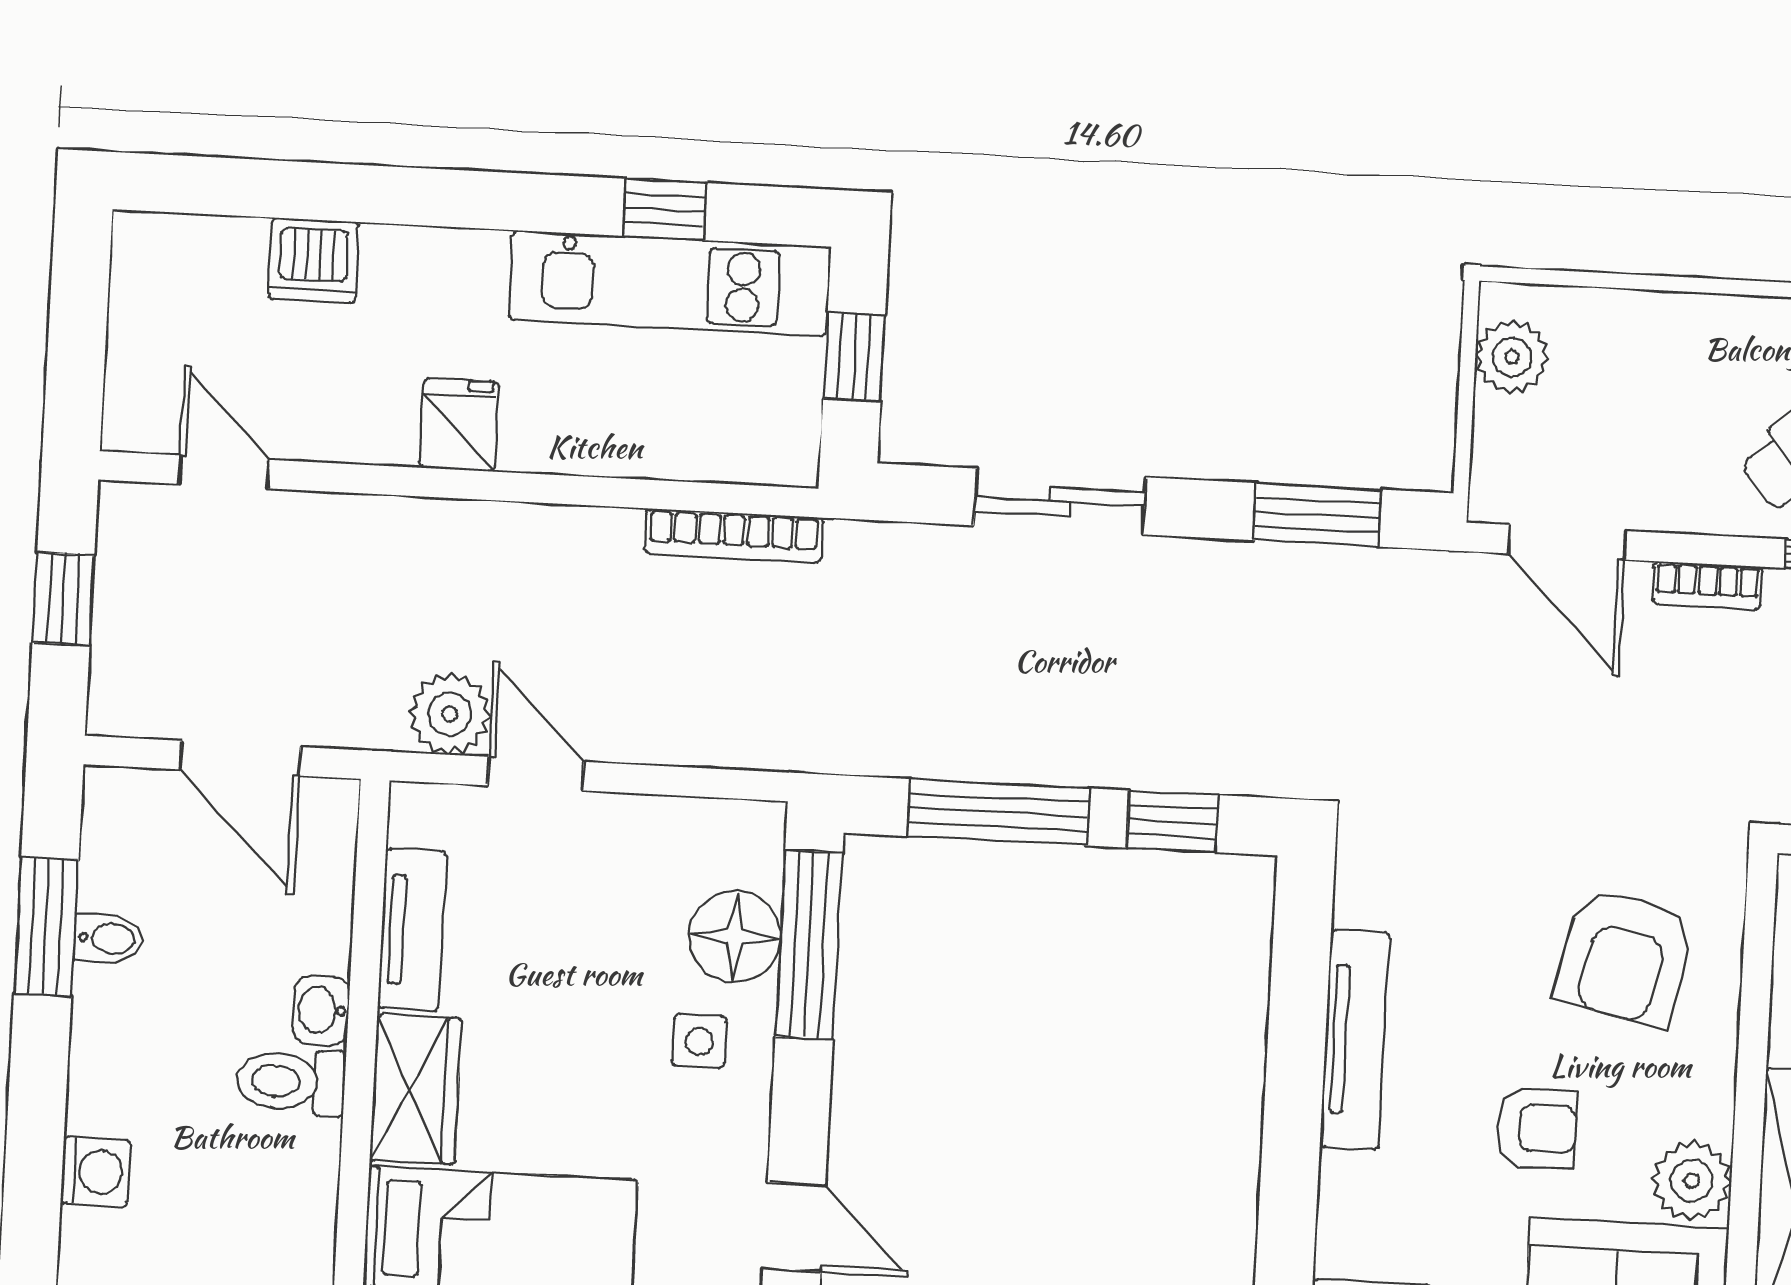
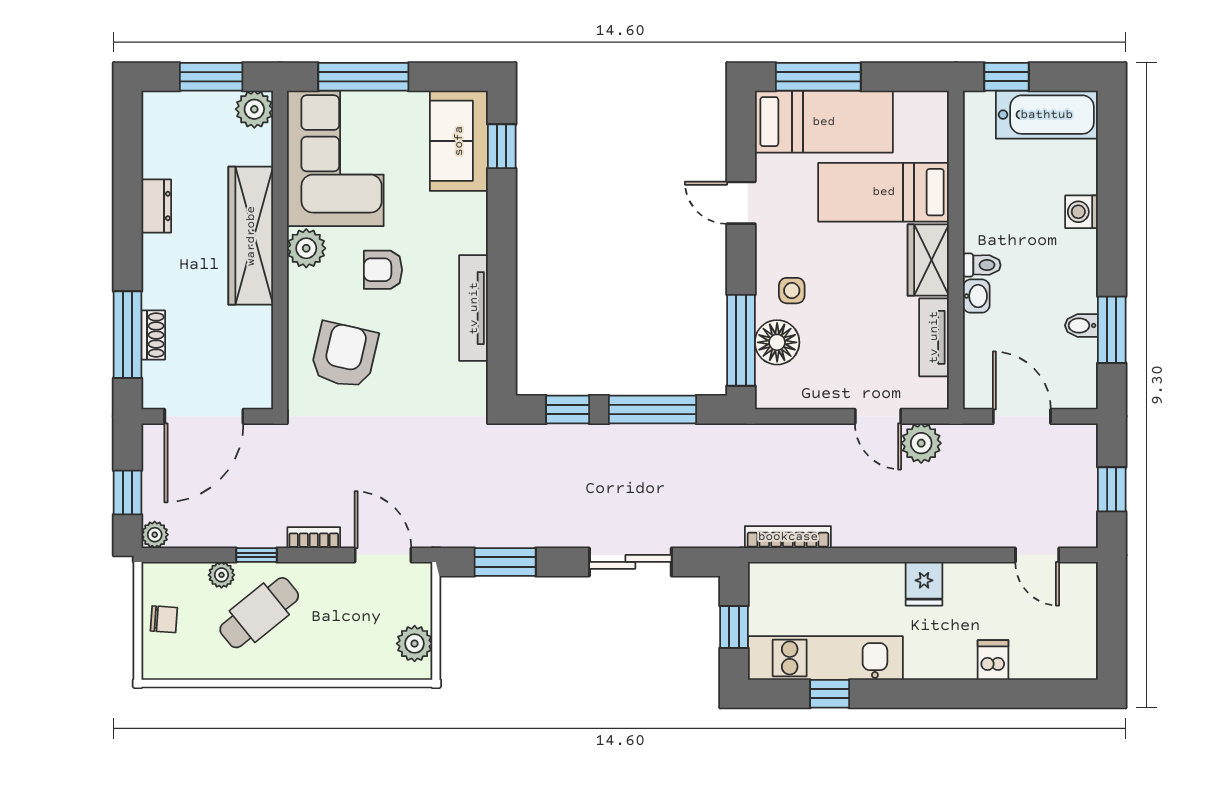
dishwasher: (314, 261) -> (993, 660), width x0.73
toilet: (291, 1081) -> (982, 265), width x0.73, depth x0.72

